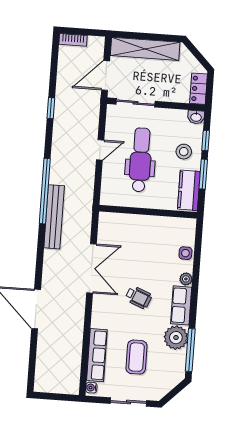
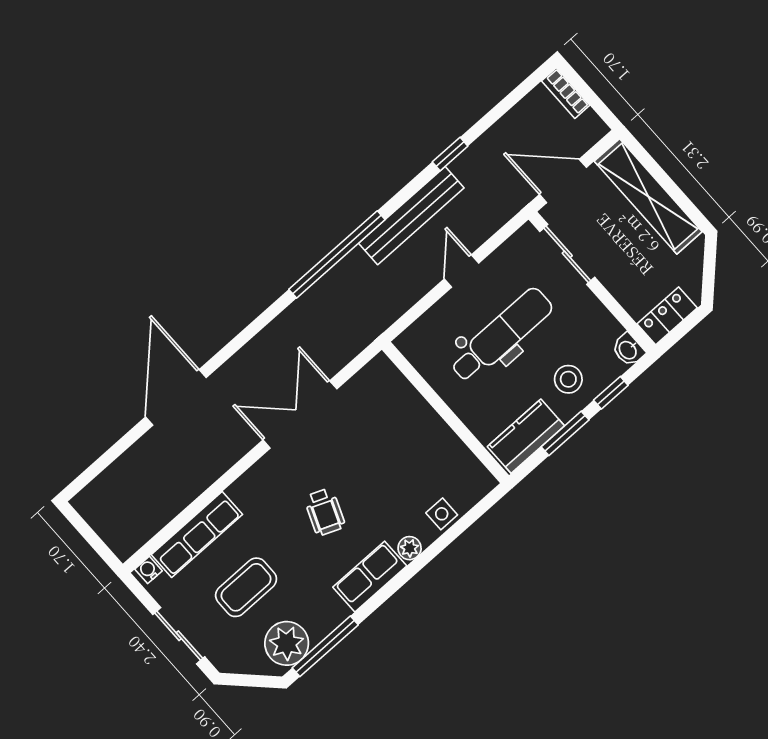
door: (100, 150) -> (461, 271), swing flipped
bench: (54, 217) -> (411, 216), moved
double door: (91, 268) -> (300, 414), swing flipped
plant: (176, 338) -> (287, 643), moved

